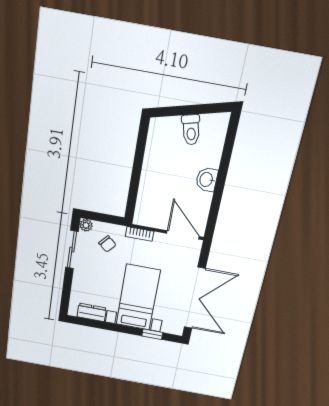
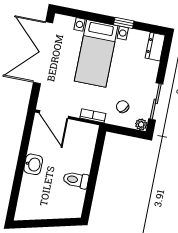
toilet: (191, 130) -> (76, 180), moved, turned -76
dresser: (92, 312) -> (155, 47), moved, turned 90
window: (152, 334) -> (124, 23), moved

